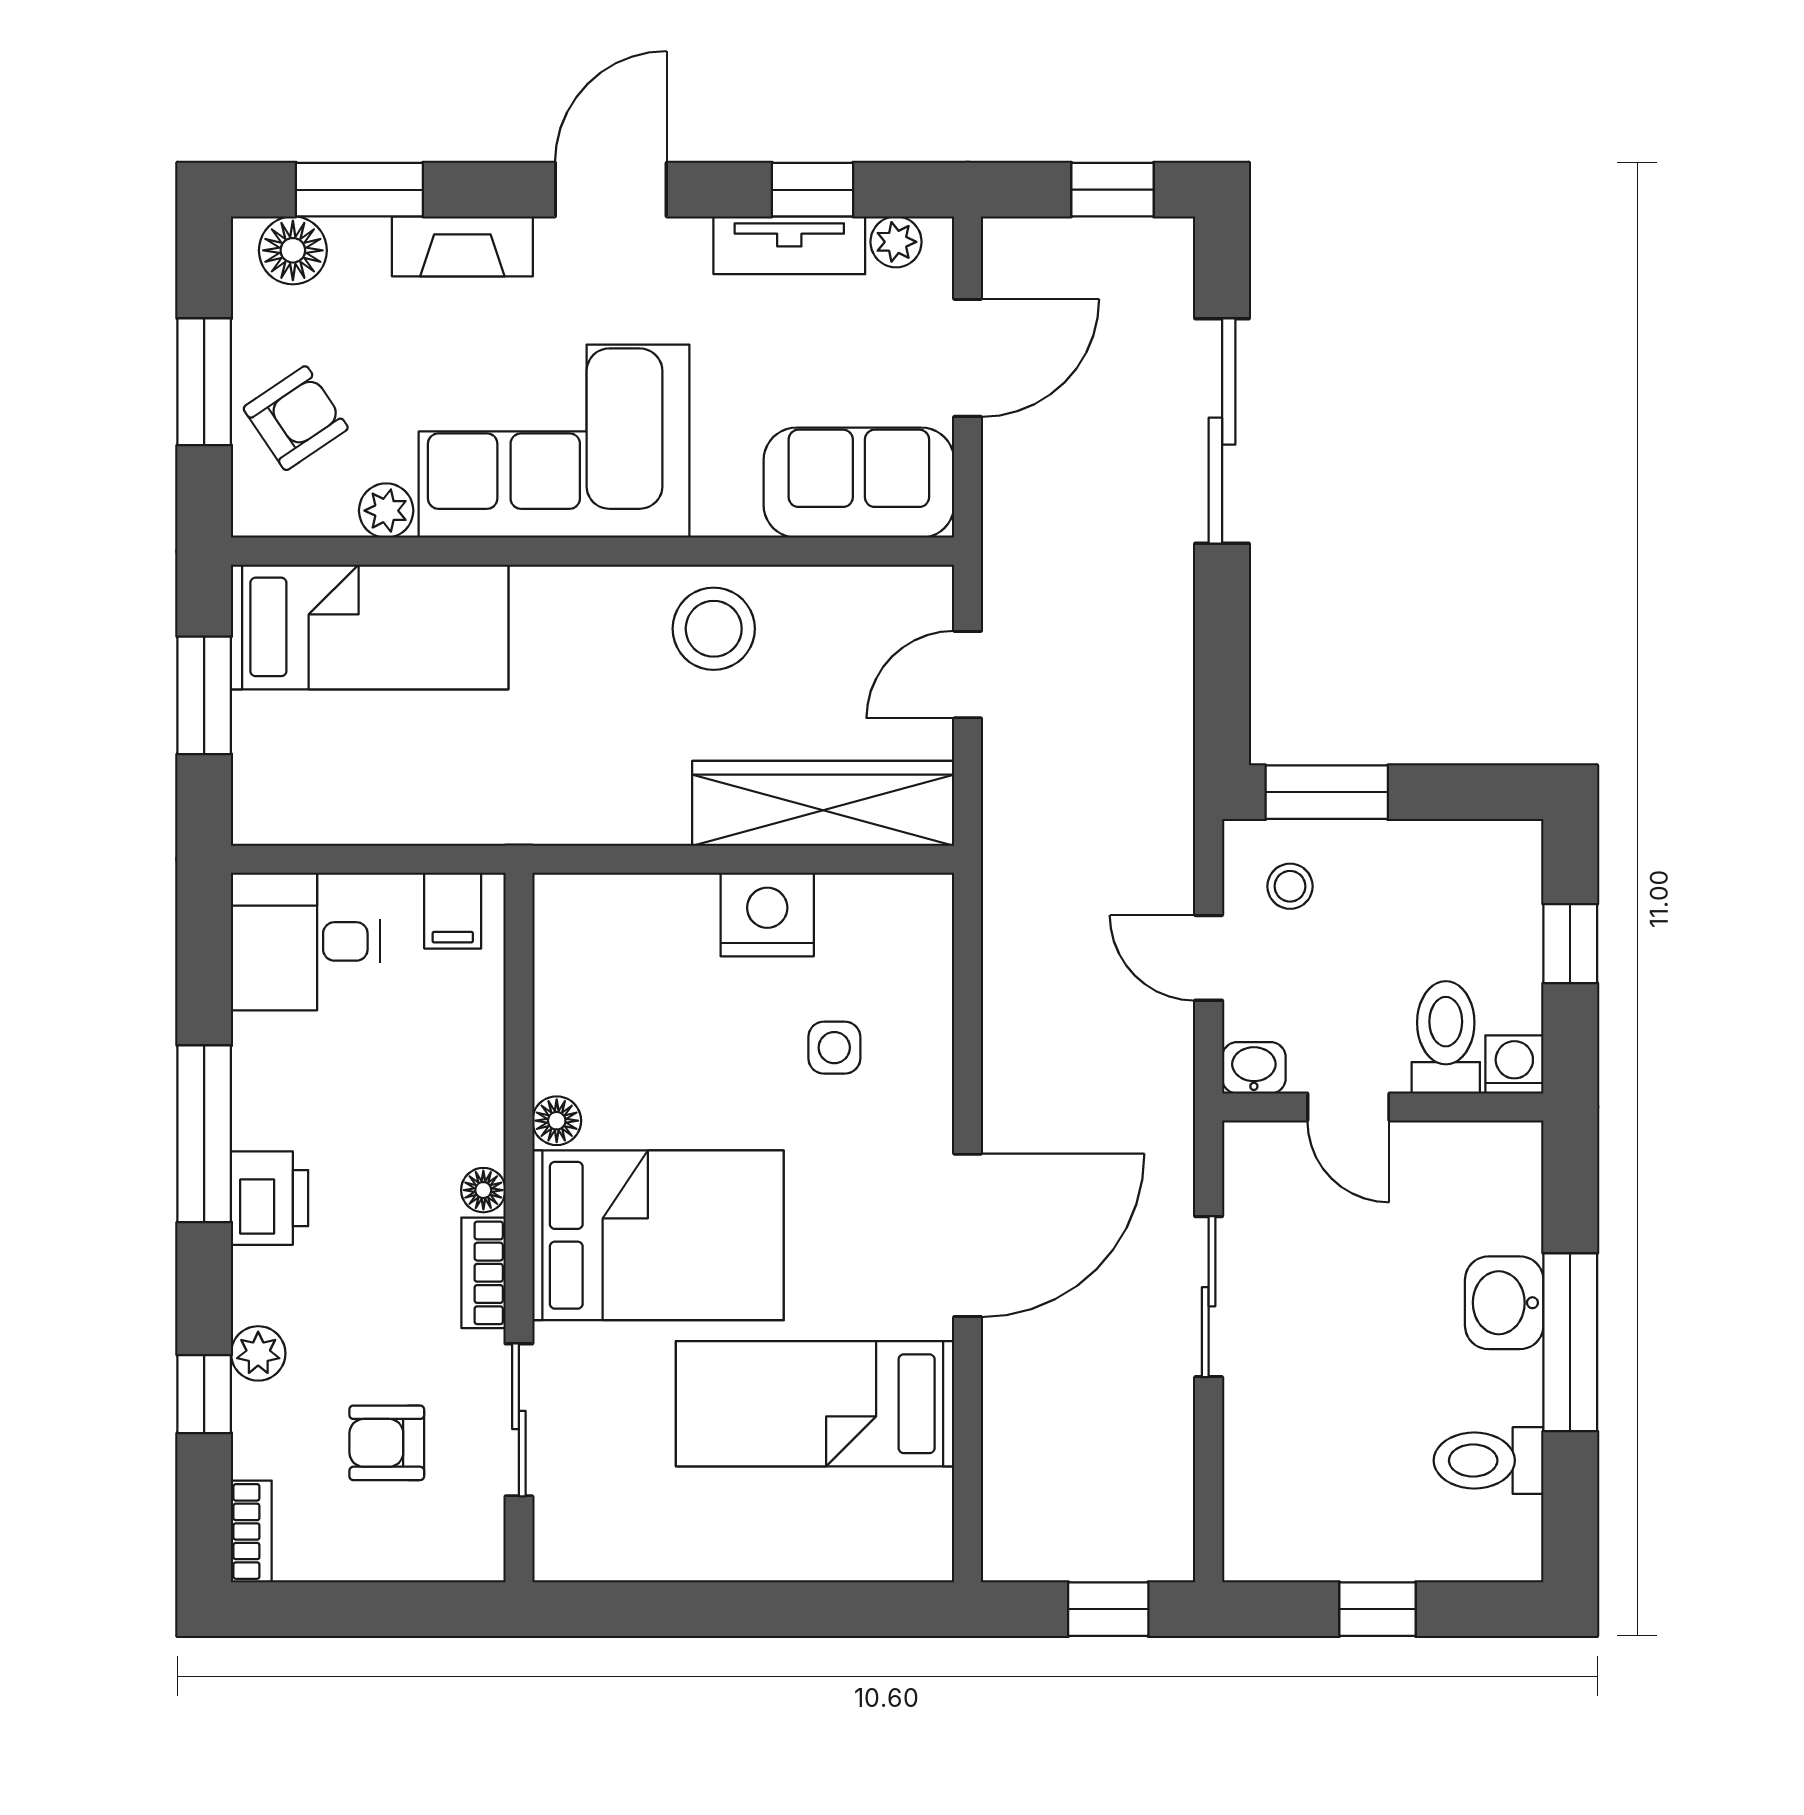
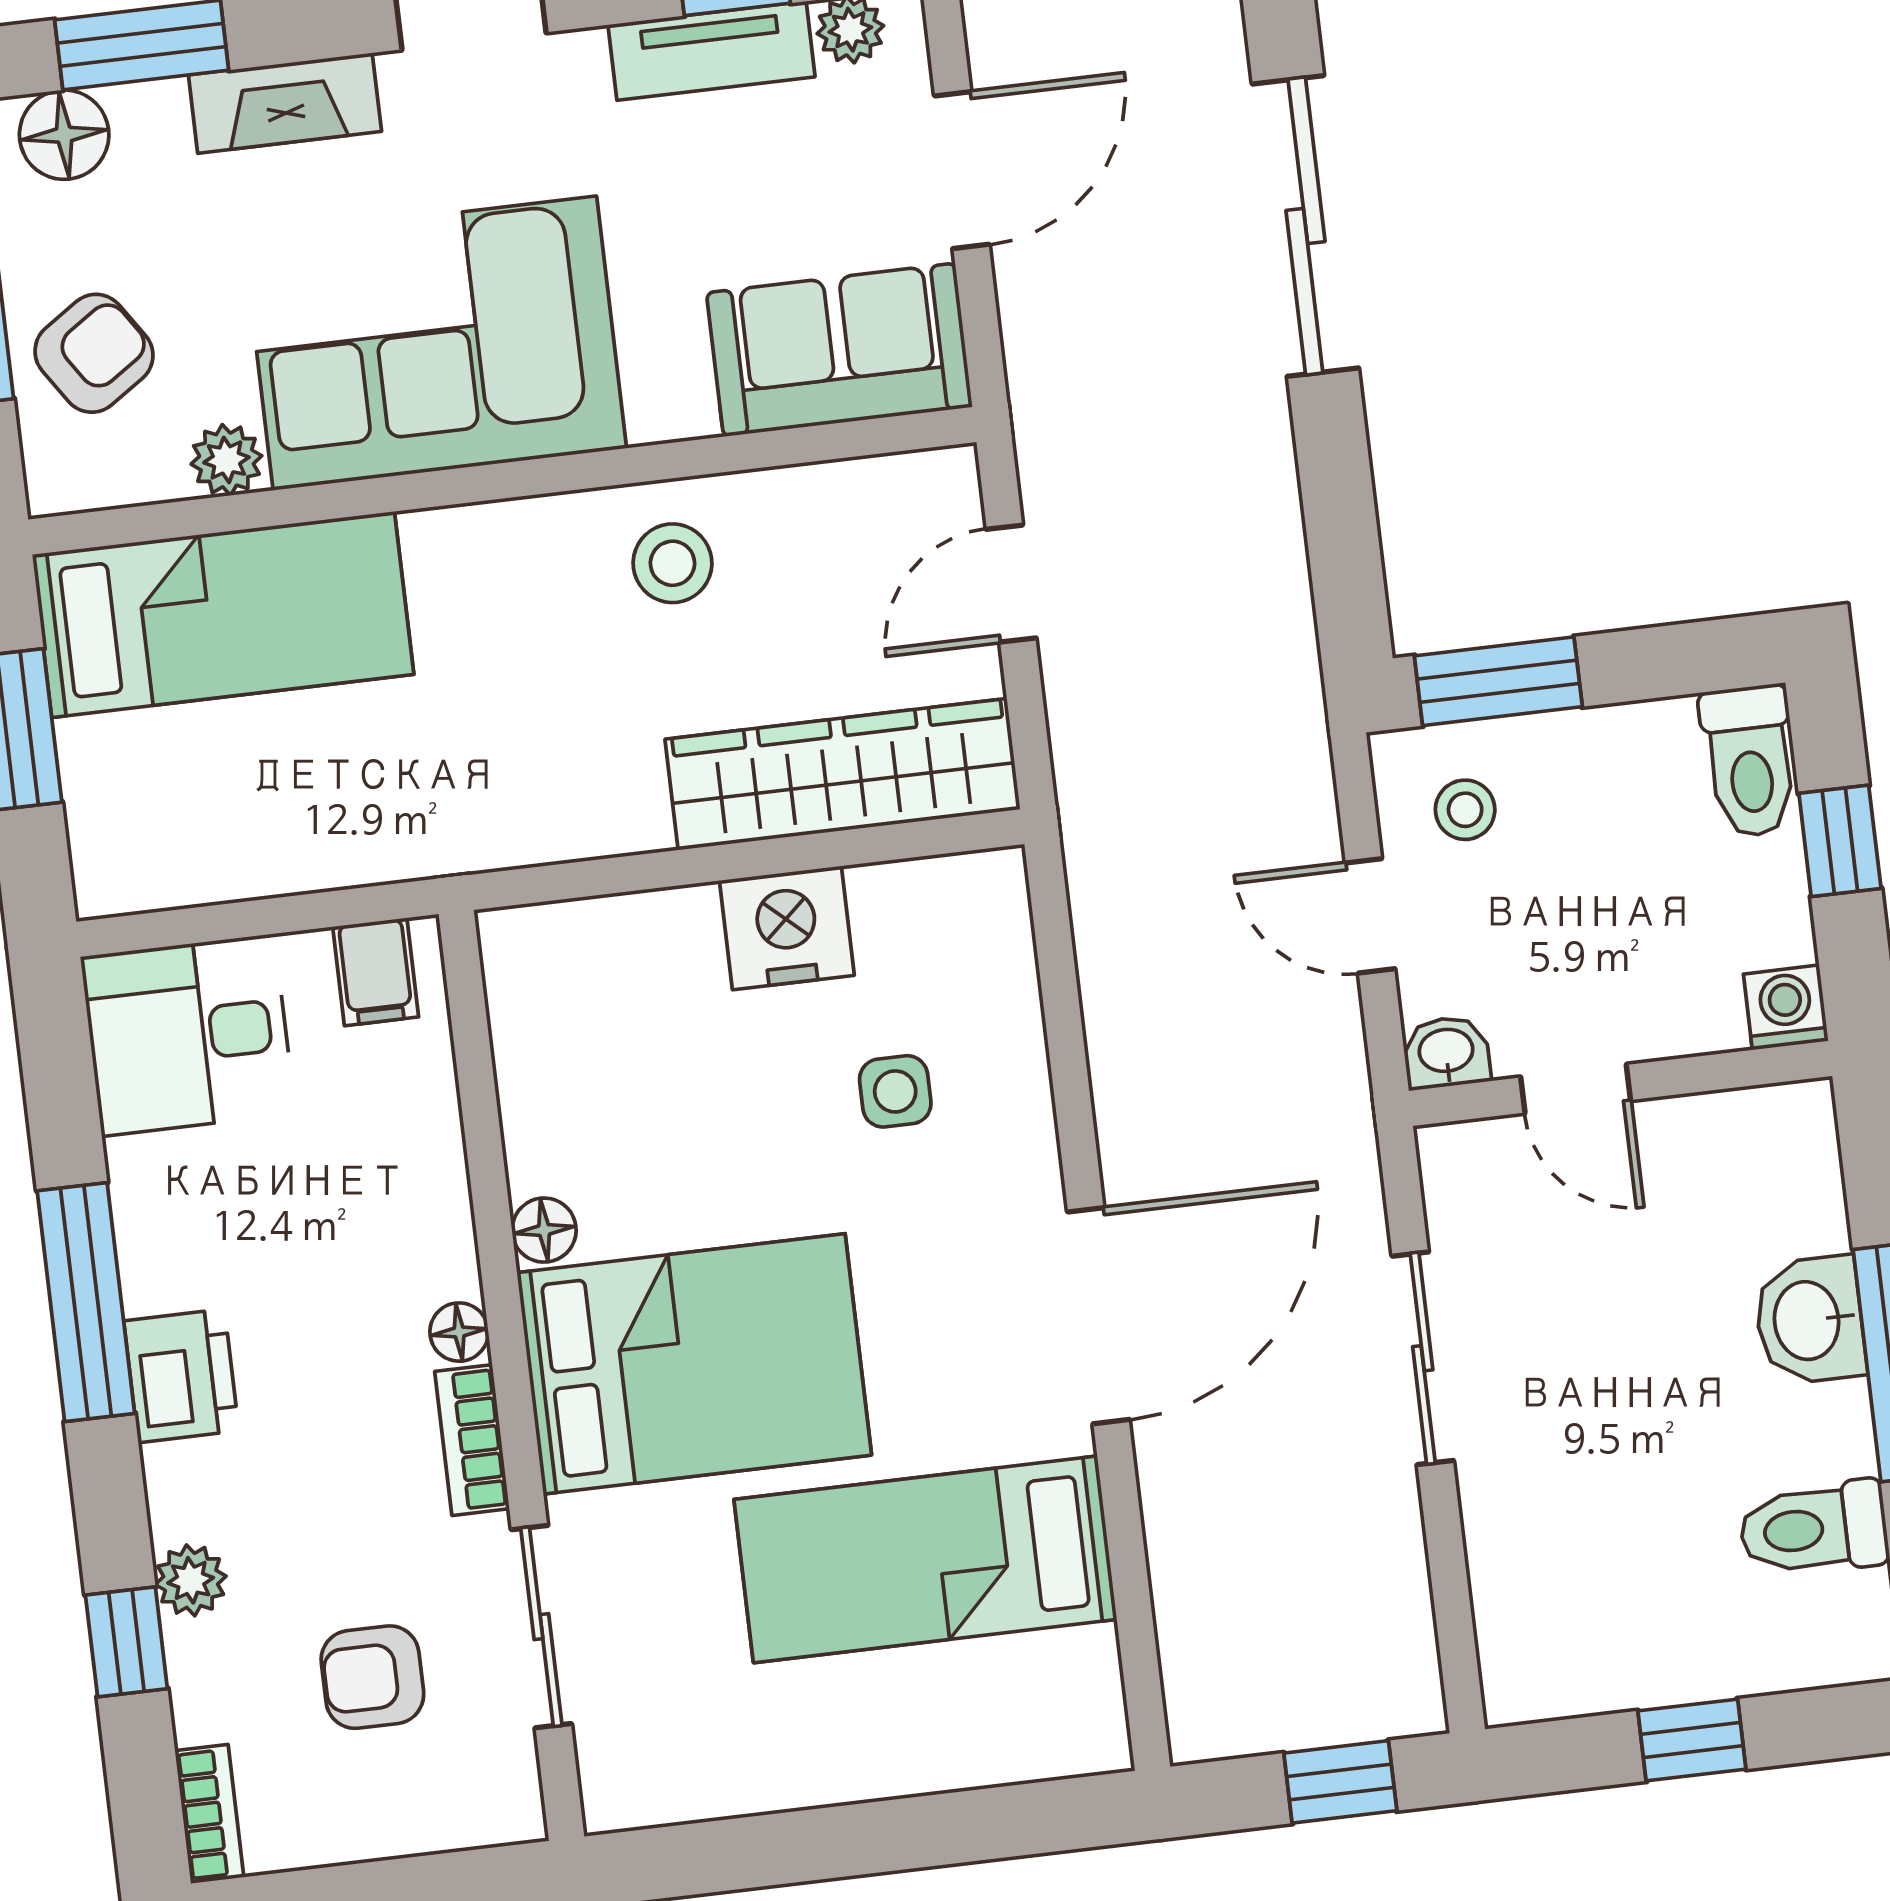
stool: (714, 629) -> (673, 563), width x0.73, depth x0.73
toilet: (1446, 1037) -> (1750, 761), moved, turned 180

